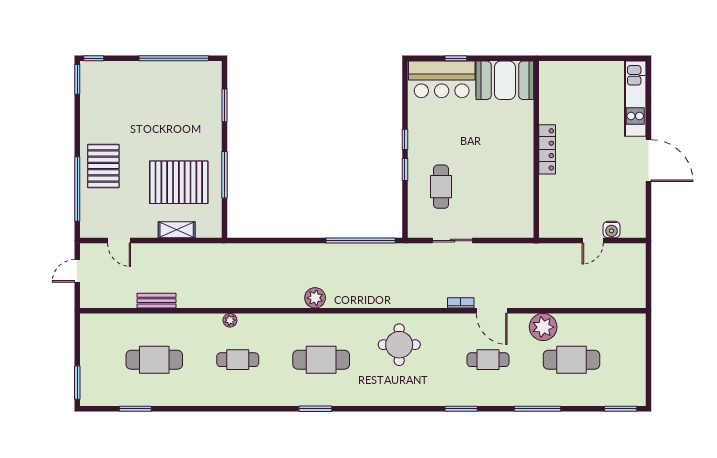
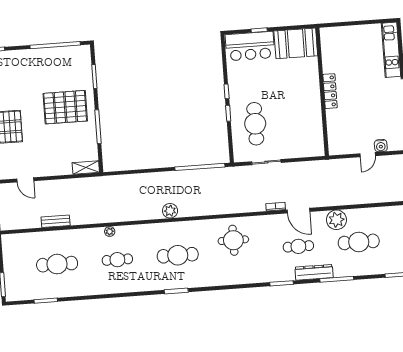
pallet: (179, 182) -> (65, 107), moved
cafe table: (441, 187) -> (255, 124), width x1.37, depth x1.35
shelving: (177, 230) -> (86, 167), moved
dresser: (507, 397) -> (314, 272), added

